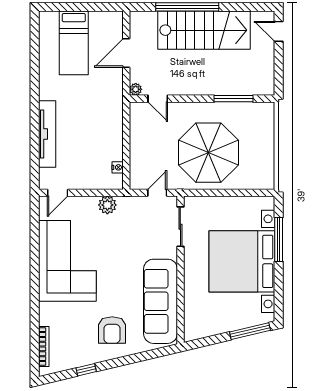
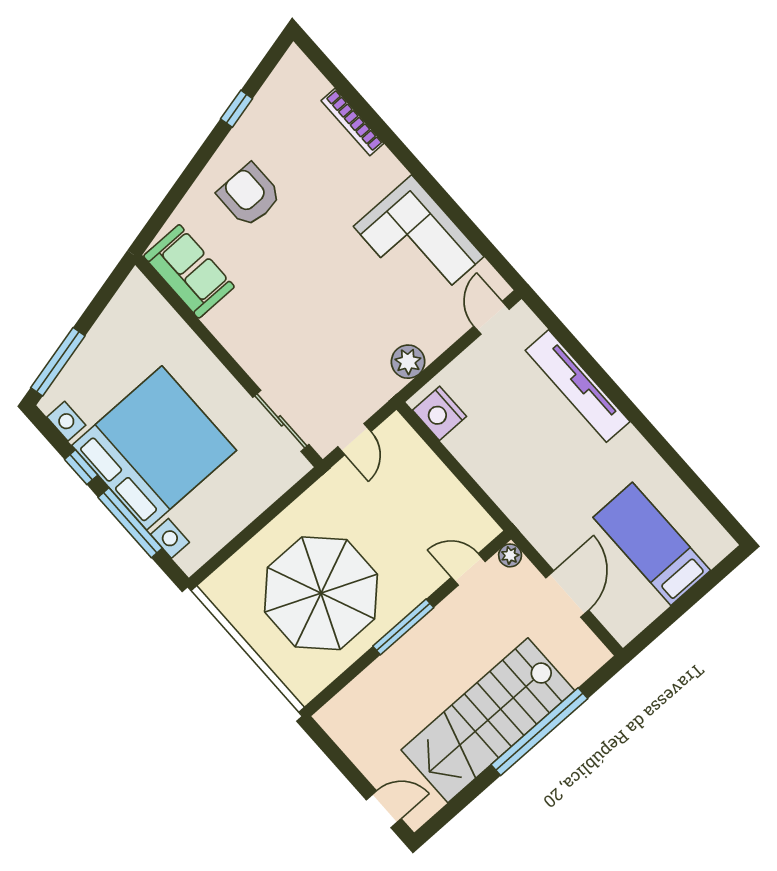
window: (233, 99) -> (403, 627), moved
parasol: (208, 153) -> (321, 593), moved
nightstand: (118, 167) -> (440, 413), width x1.89, depth x1.79
corner sofa: (67, 261) -> (419, 242), width x0.73, depth x0.74
window: (279, 280) -> (81, 467), added
sofa: (161, 301) -> (189, 271), width x0.54, depth x0.79
bookcase: (44, 347) -> (352, 122), moved

